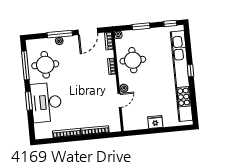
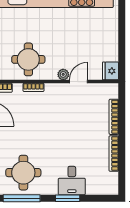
door: (119, 100) -> (78, 82), hinge flipped
desk: (46, 102) -> (72, 180), width x0.53, depth x0.77
fridge: (155, 122) -> (111, 71), moved

